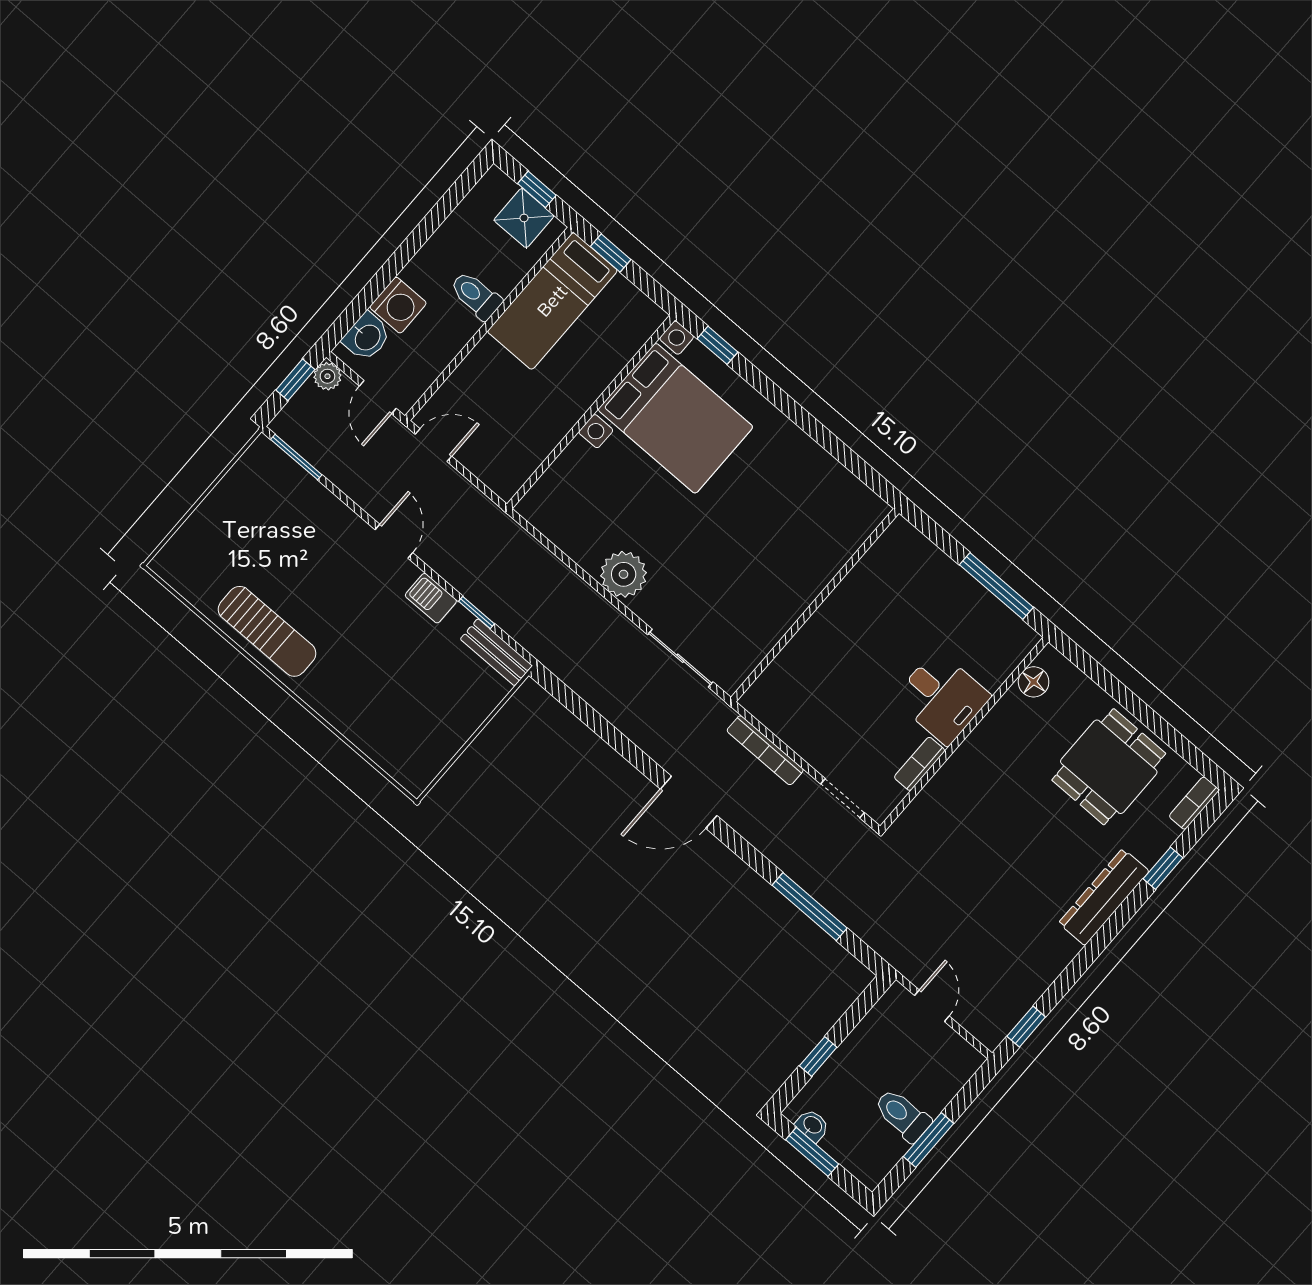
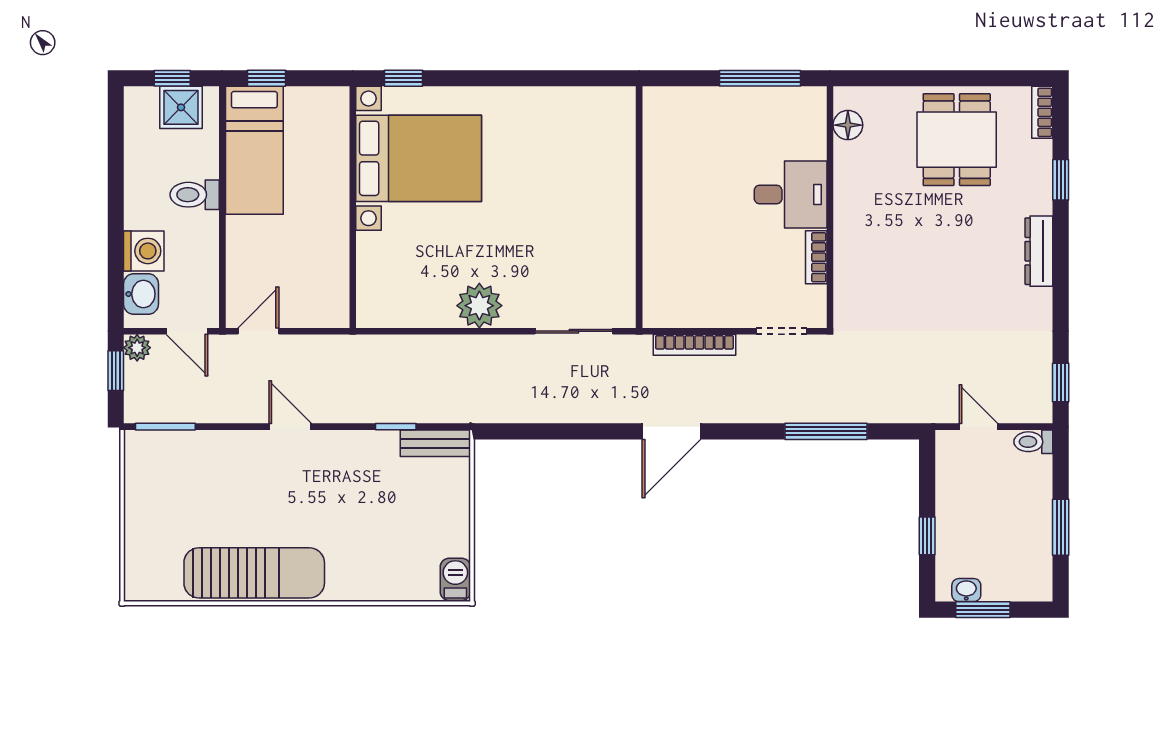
barbecue: (431, 598) -> (455, 579), moved, turned 90
sun lounger: (267, 631) -> (254, 573), width x1.36, depth x1.34
dresser: (1104, 897) -> (1039, 251), width x0.73, depth x0.80
toilet: (902, 1115) -> (1033, 442), moved, width x0.73, depth x0.72

